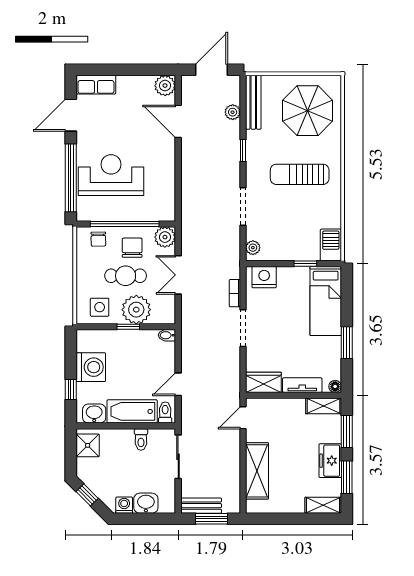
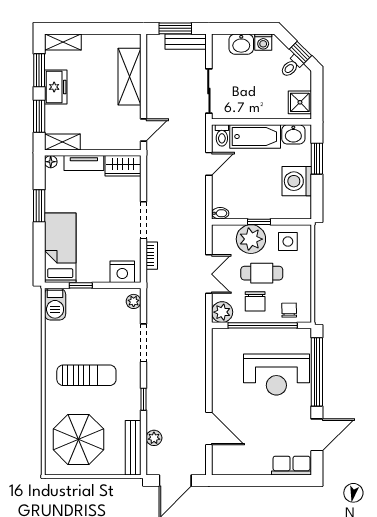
plant: (165, 86) -> (222, 465), removed
window: (71, 390) -> (317, 159), width x1.50
toilet: (141, 439) -> (291, 66), moved, turned -135

